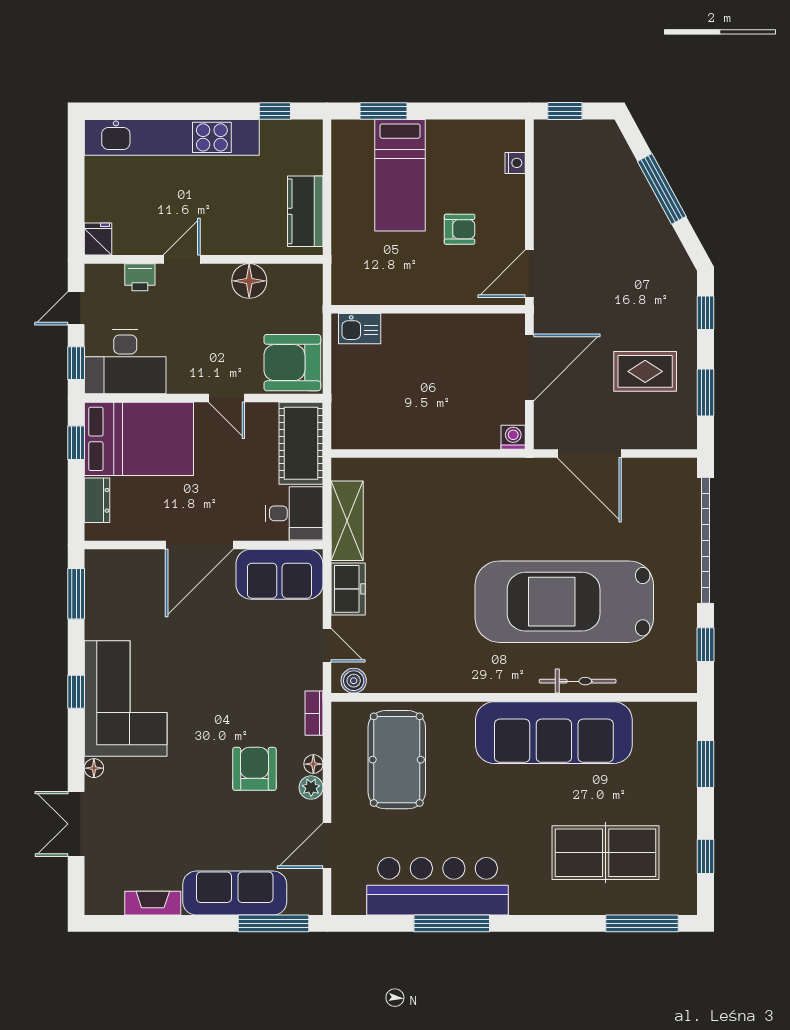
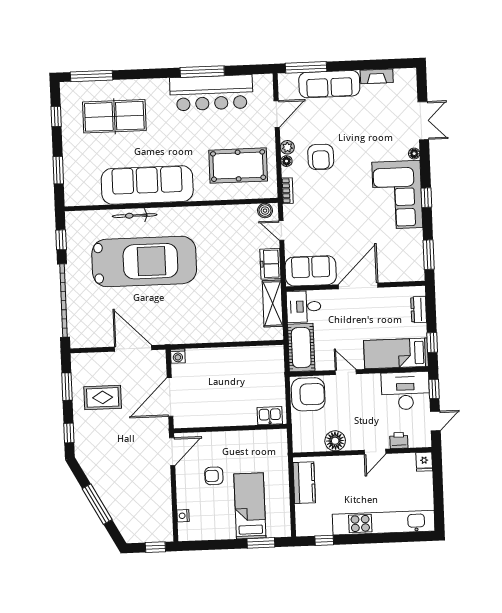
bed: (139, 439) -> (396, 353), width x0.67
pool table: (397, 760) -> (238, 166), turned 90

